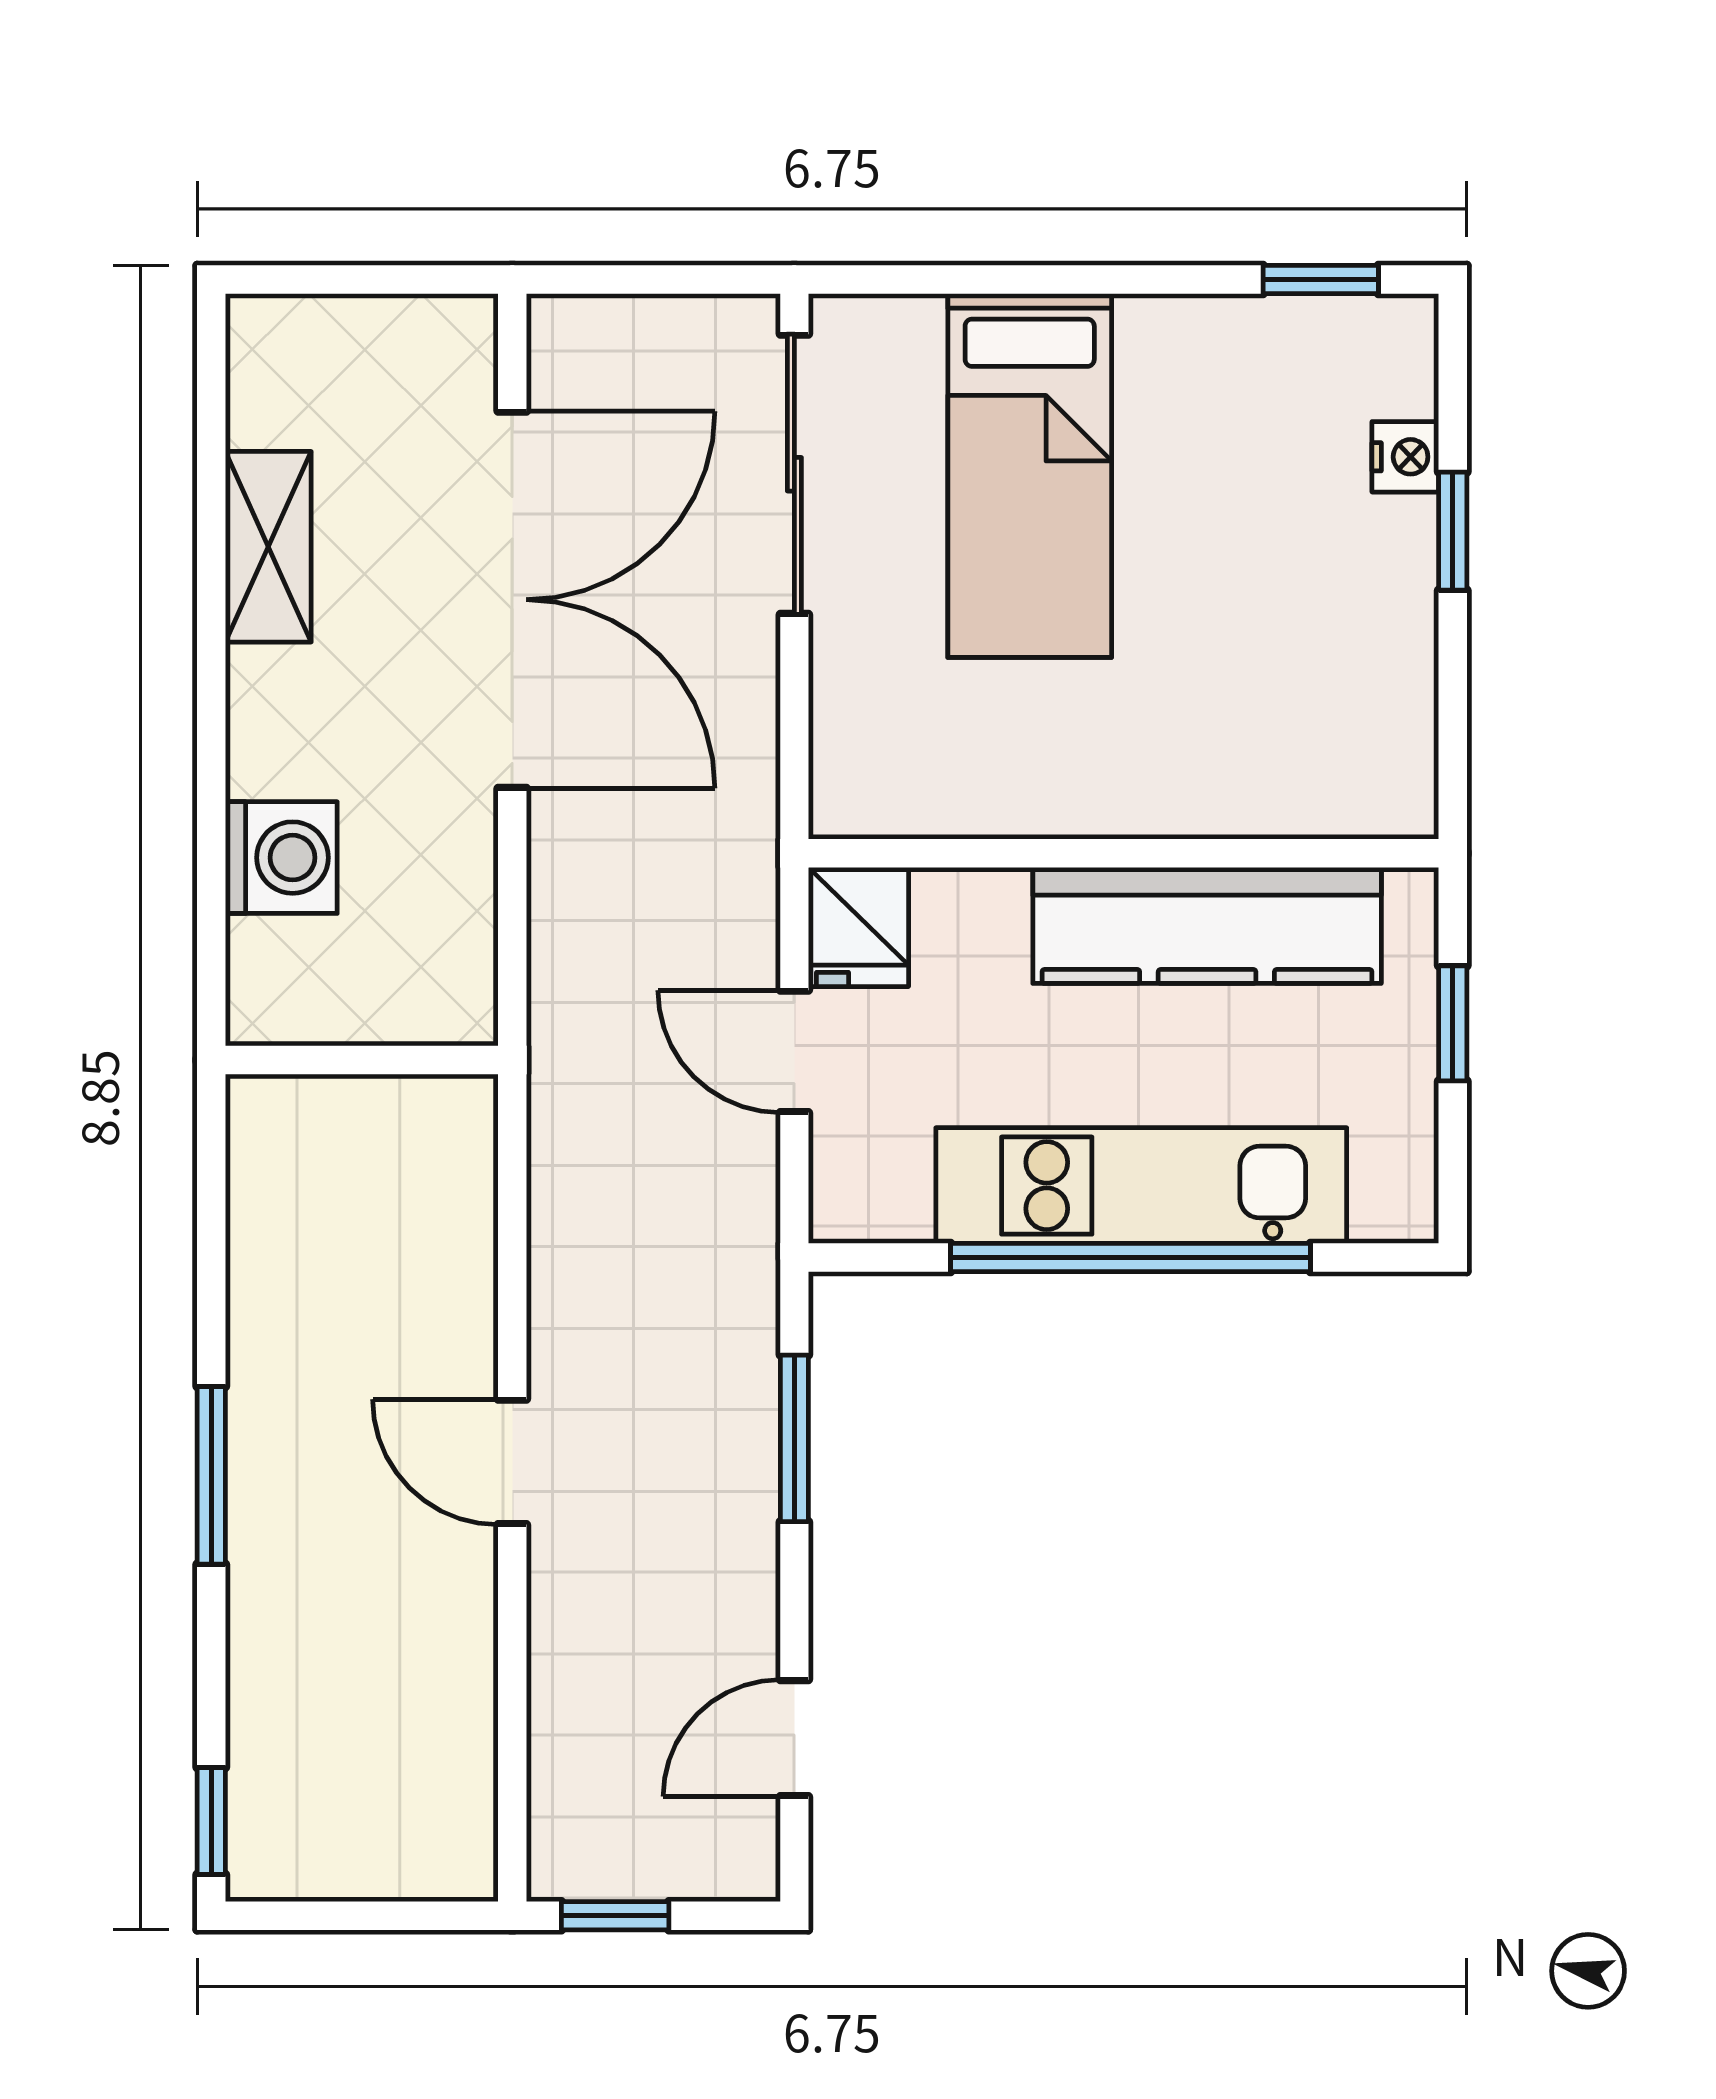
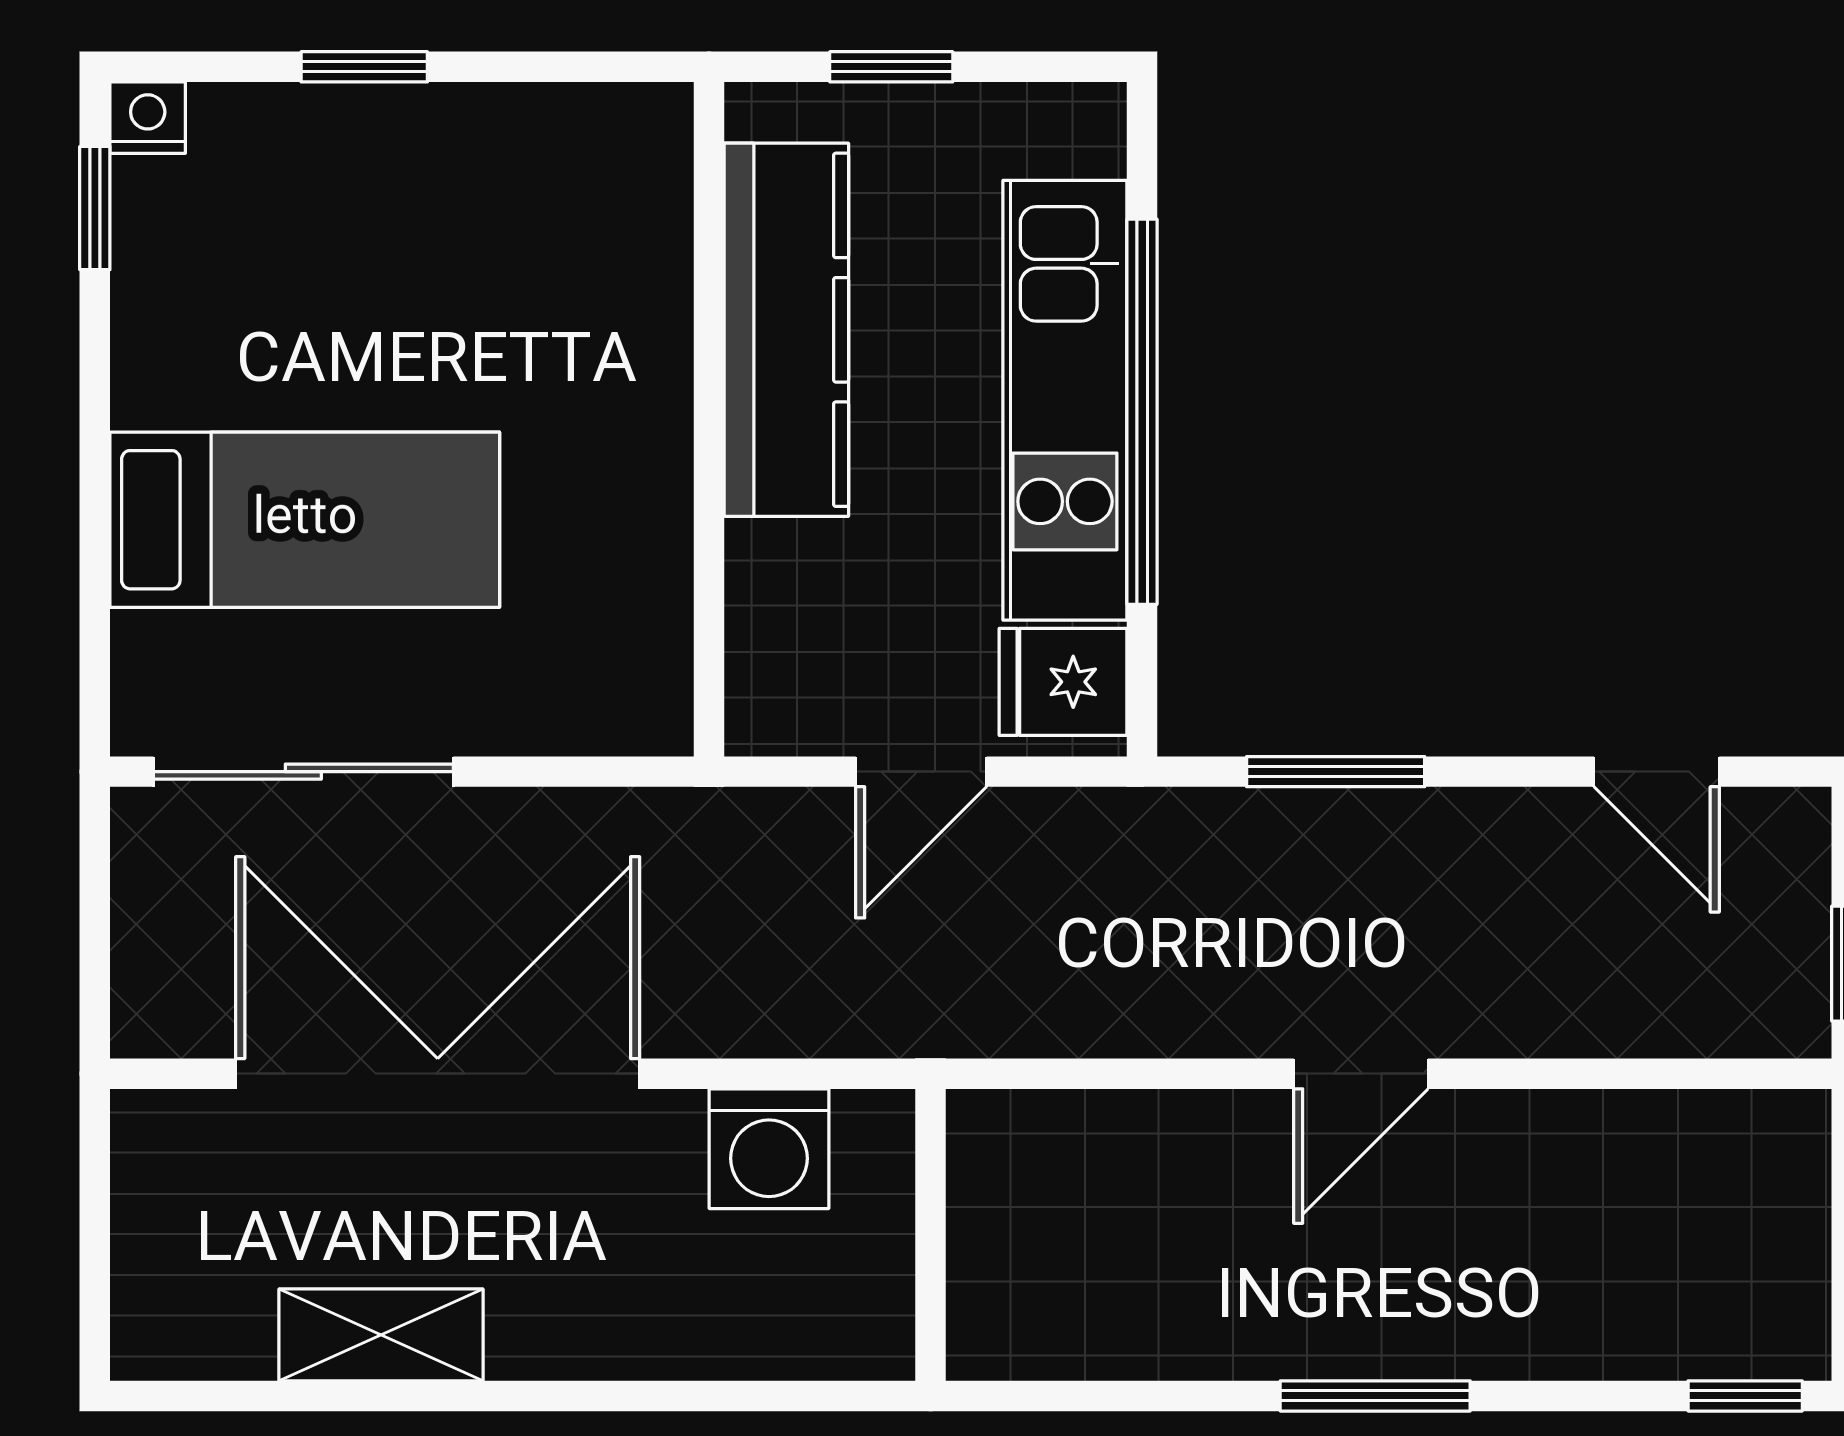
nightstand: (1405, 457) -> (148, 118), moved
washing machine: (281, 858) -> (769, 1149), moved, turned 180
fridge: (859, 927) -> (1063, 682), moved, turned 180

